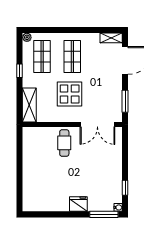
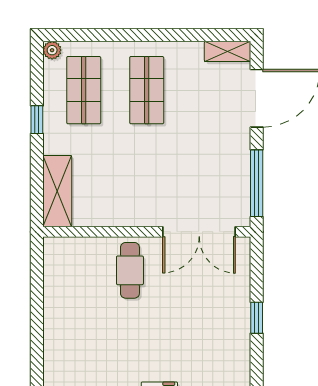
display table: (70, 94) -> (141, 168), removed
window: (125, 101) -> (257, 183), width x1.44
window: (125, 188) -> (257, 318), moved

